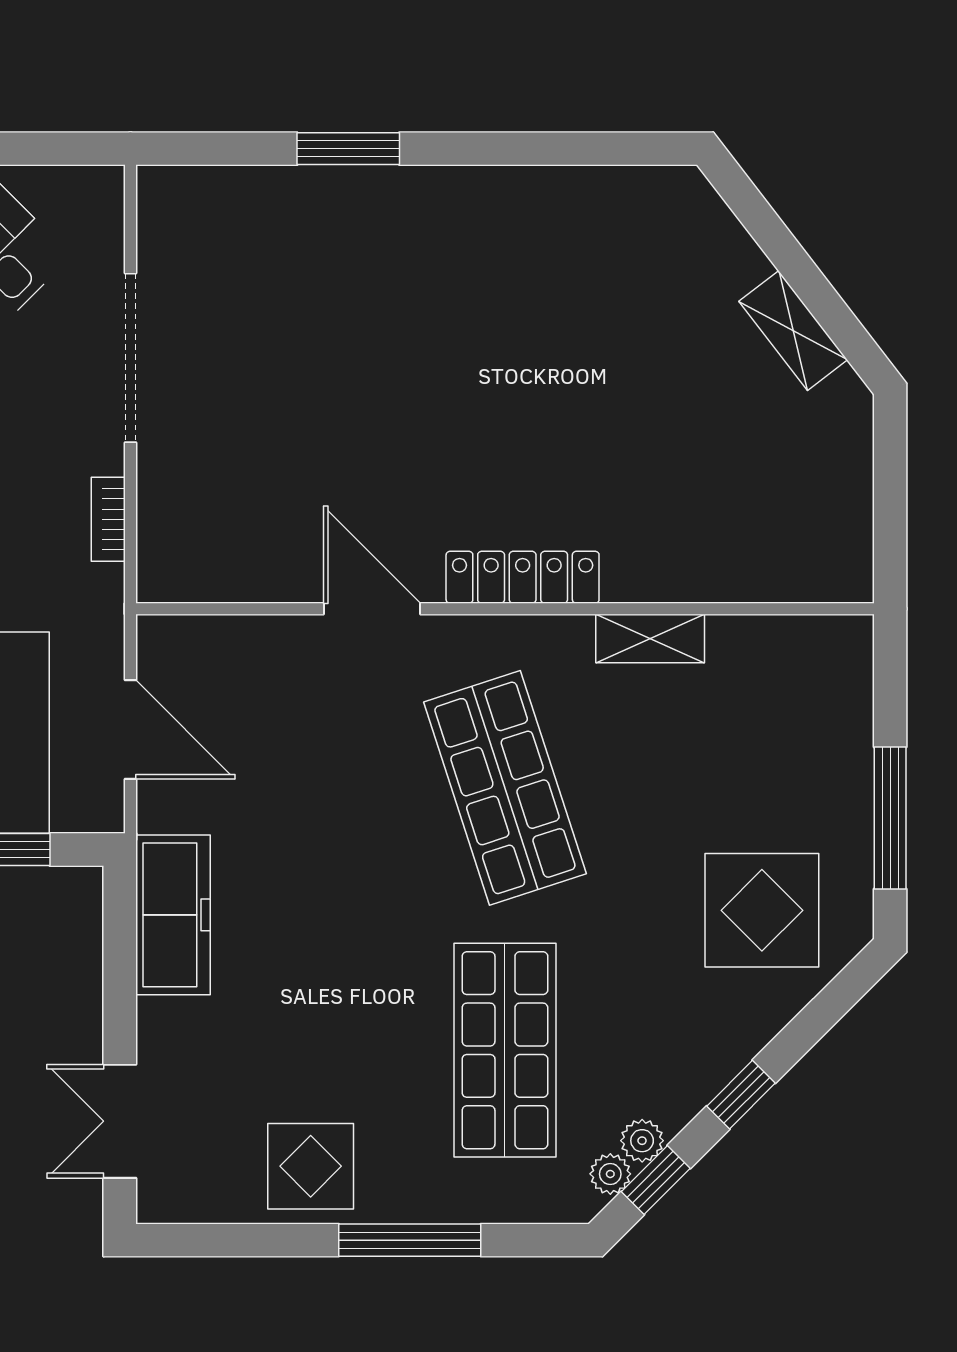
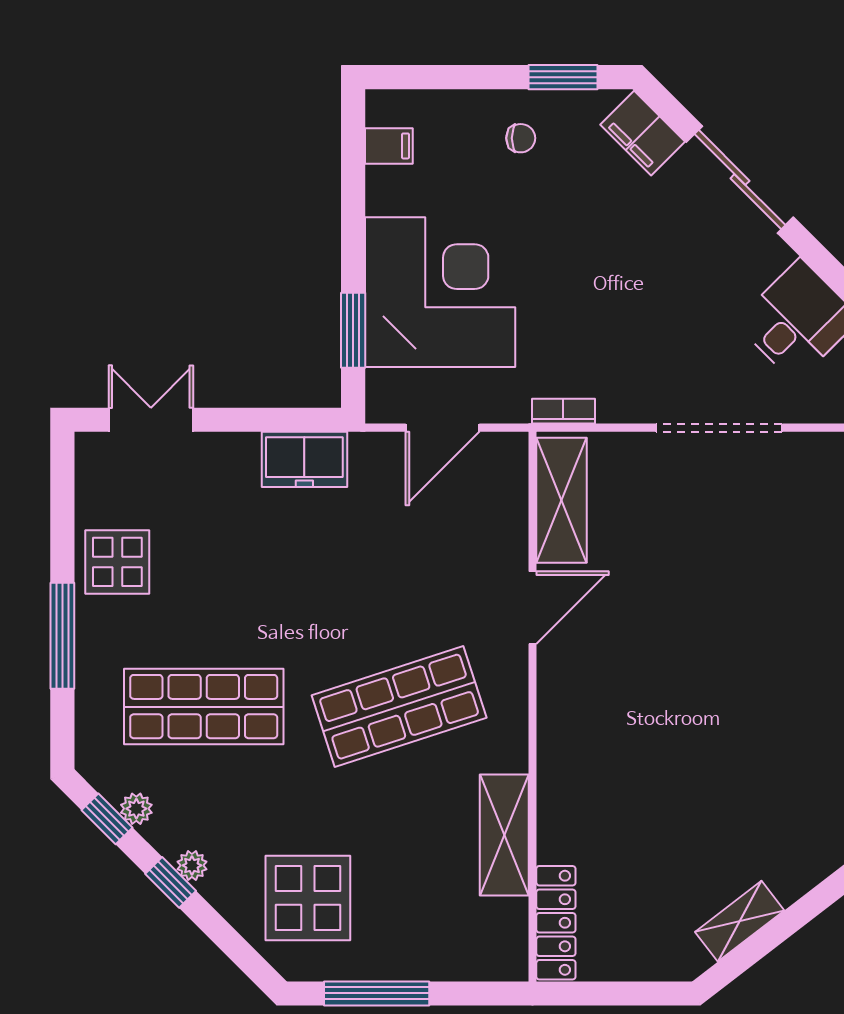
bookcase: (108, 519) -> (563, 411), moved
shelving: (228, 570) -> (562, 500), added
locker: (523, 577) -> (556, 923), moved
shelving: (650, 639) -> (504, 835), width x1.50, depth x1.33
freezer: (173, 915) -> (304, 459), width x0.71
plant: (610, 1174) -> (192, 865), moved

